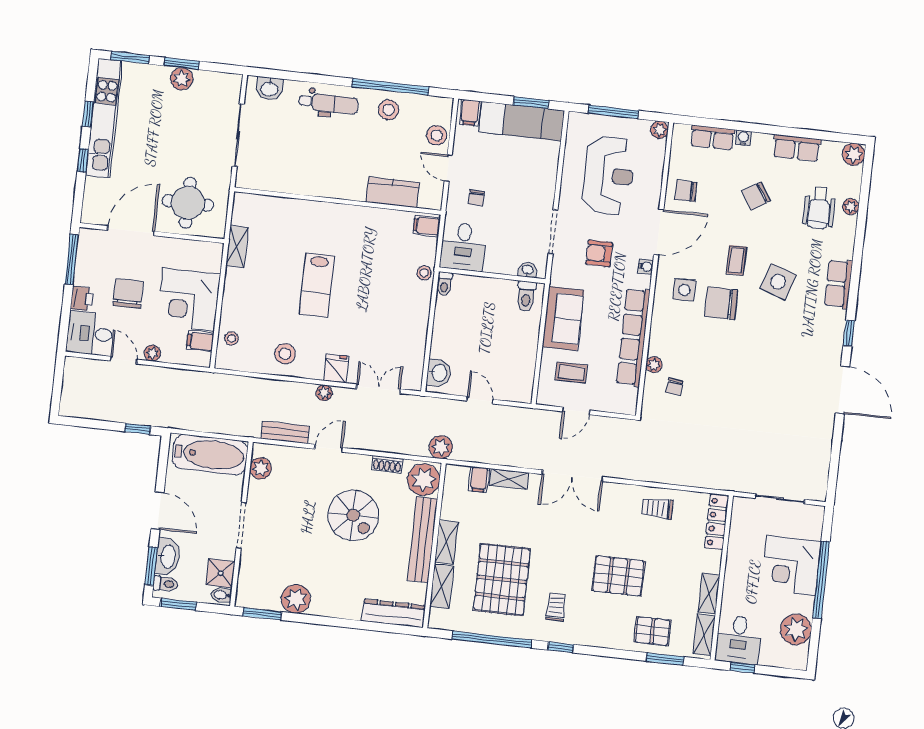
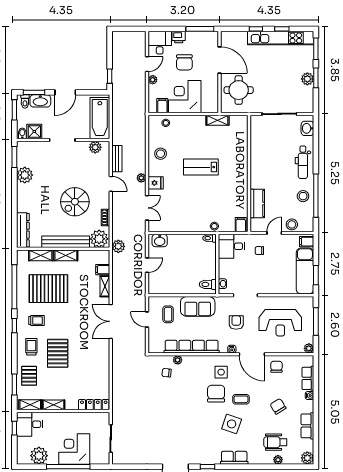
chair: (128, 294) -> (184, 62), turned 90
trolley: (657, 508) -> (31, 347), moved

